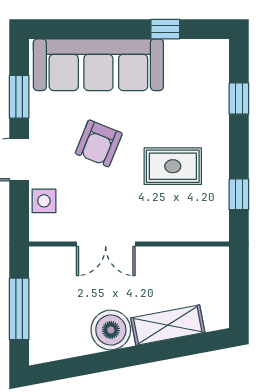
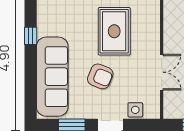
rug: (173, 166) -> (114, 31), width x1.36, depth x1.43

